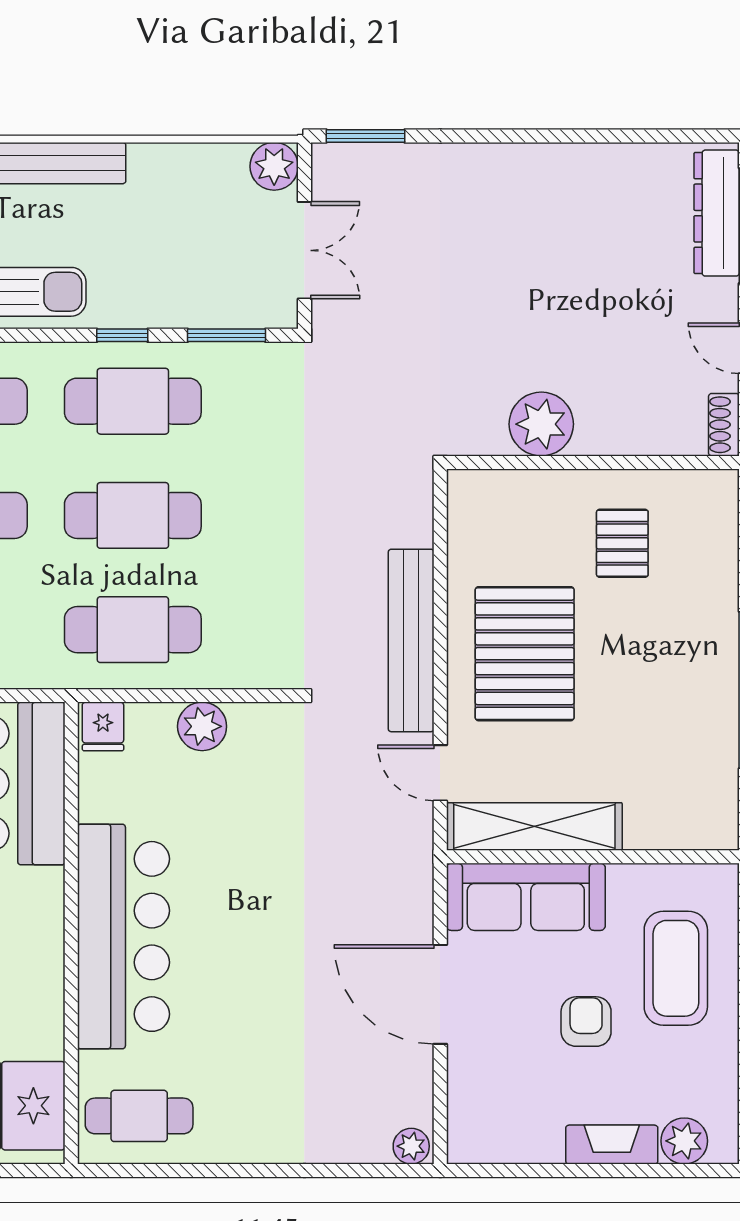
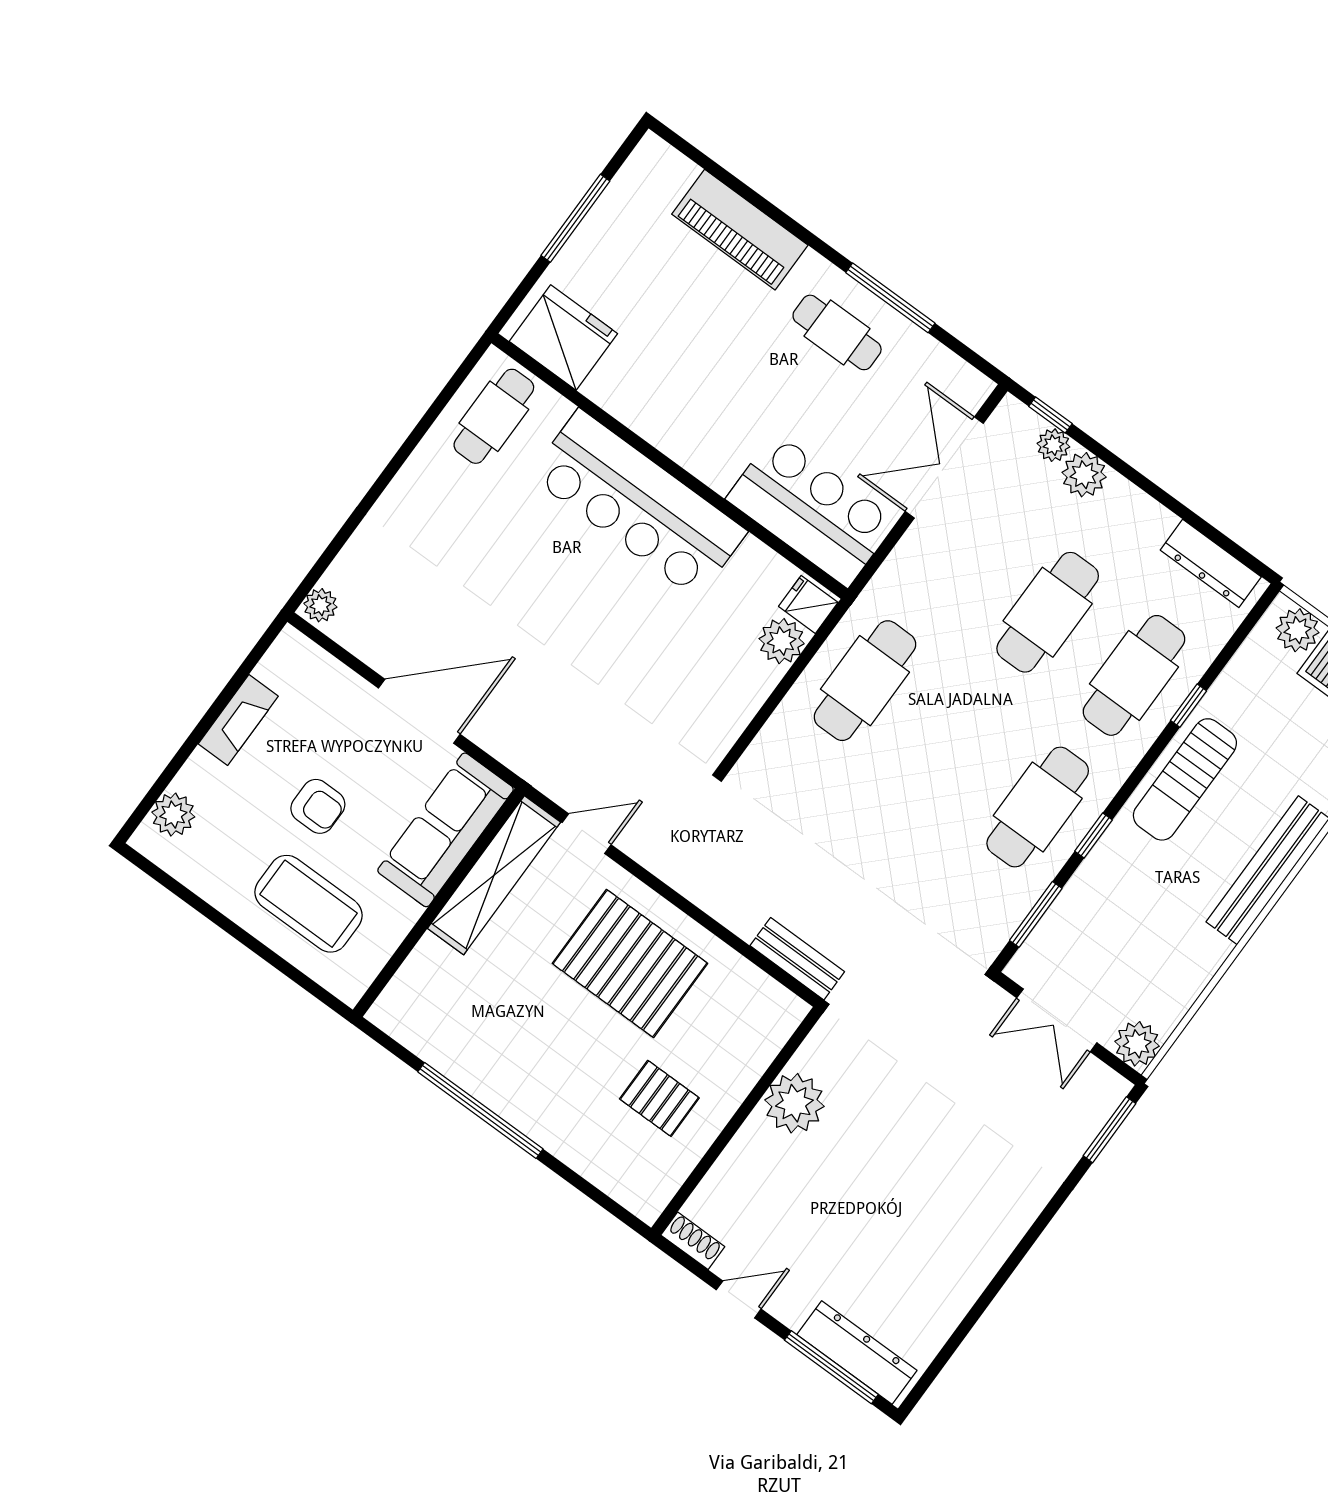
cafe table: (133, 515) -> (951, 744), removed
bench: (411, 640) -> (797, 959), moved, width x0.54, depth x0.82
plant: (202, 726) -> (782, 641), moved
fireplace: (612, 1145) -> (238, 720), moved

